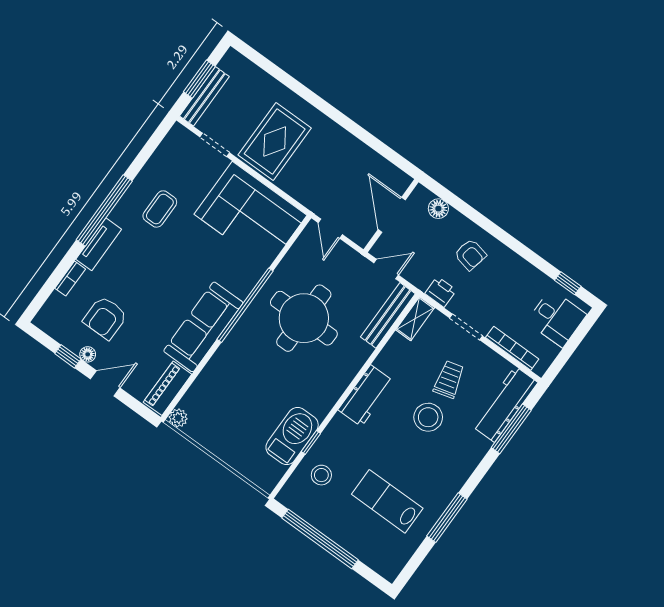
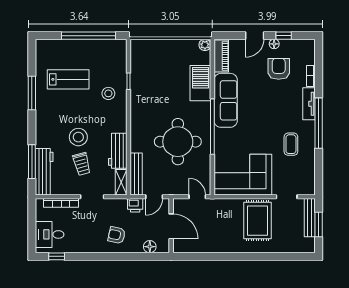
printer: (441, 292) -> (135, 205), moved
workbench: (366, 396) -> (118, 151), moved
barbecue: (292, 436) -> (200, 83), moved, turned 180
stool: (321, 475) -> (108, 93), moved

